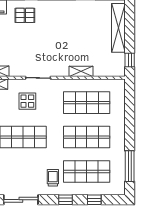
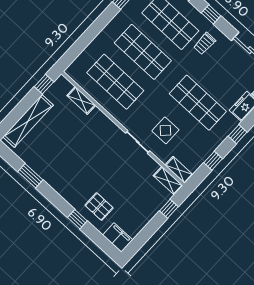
shelving: (81, 71) -> (81, 100), moved

